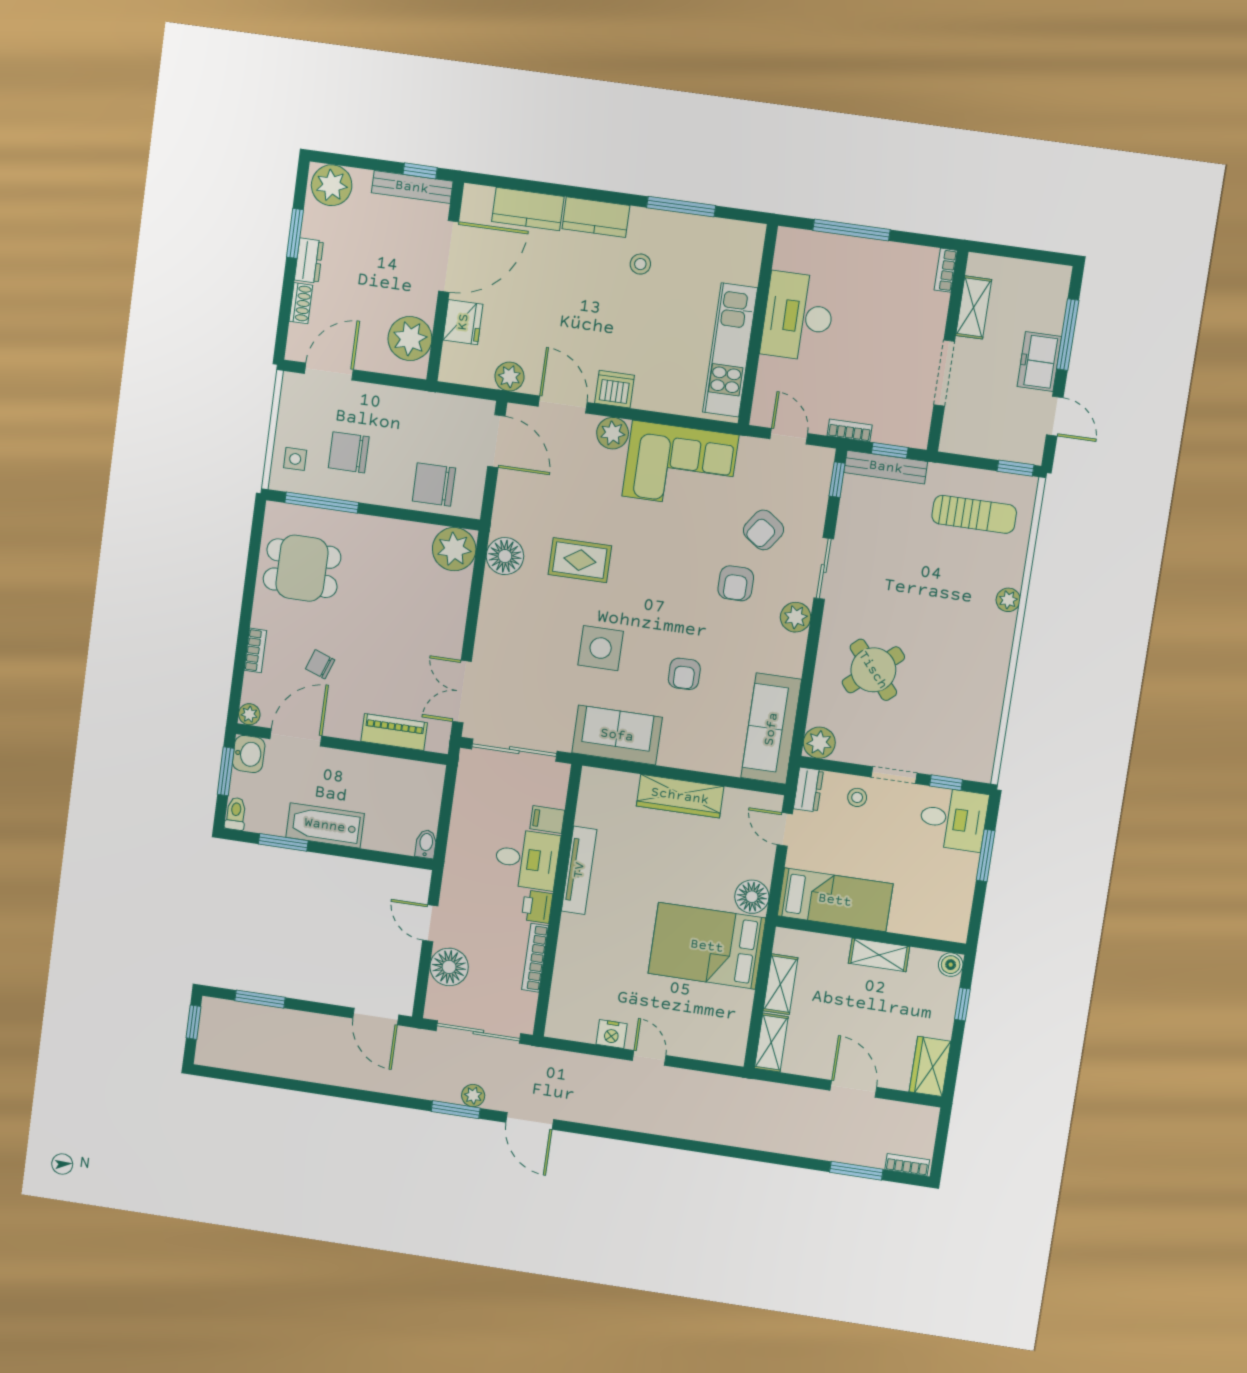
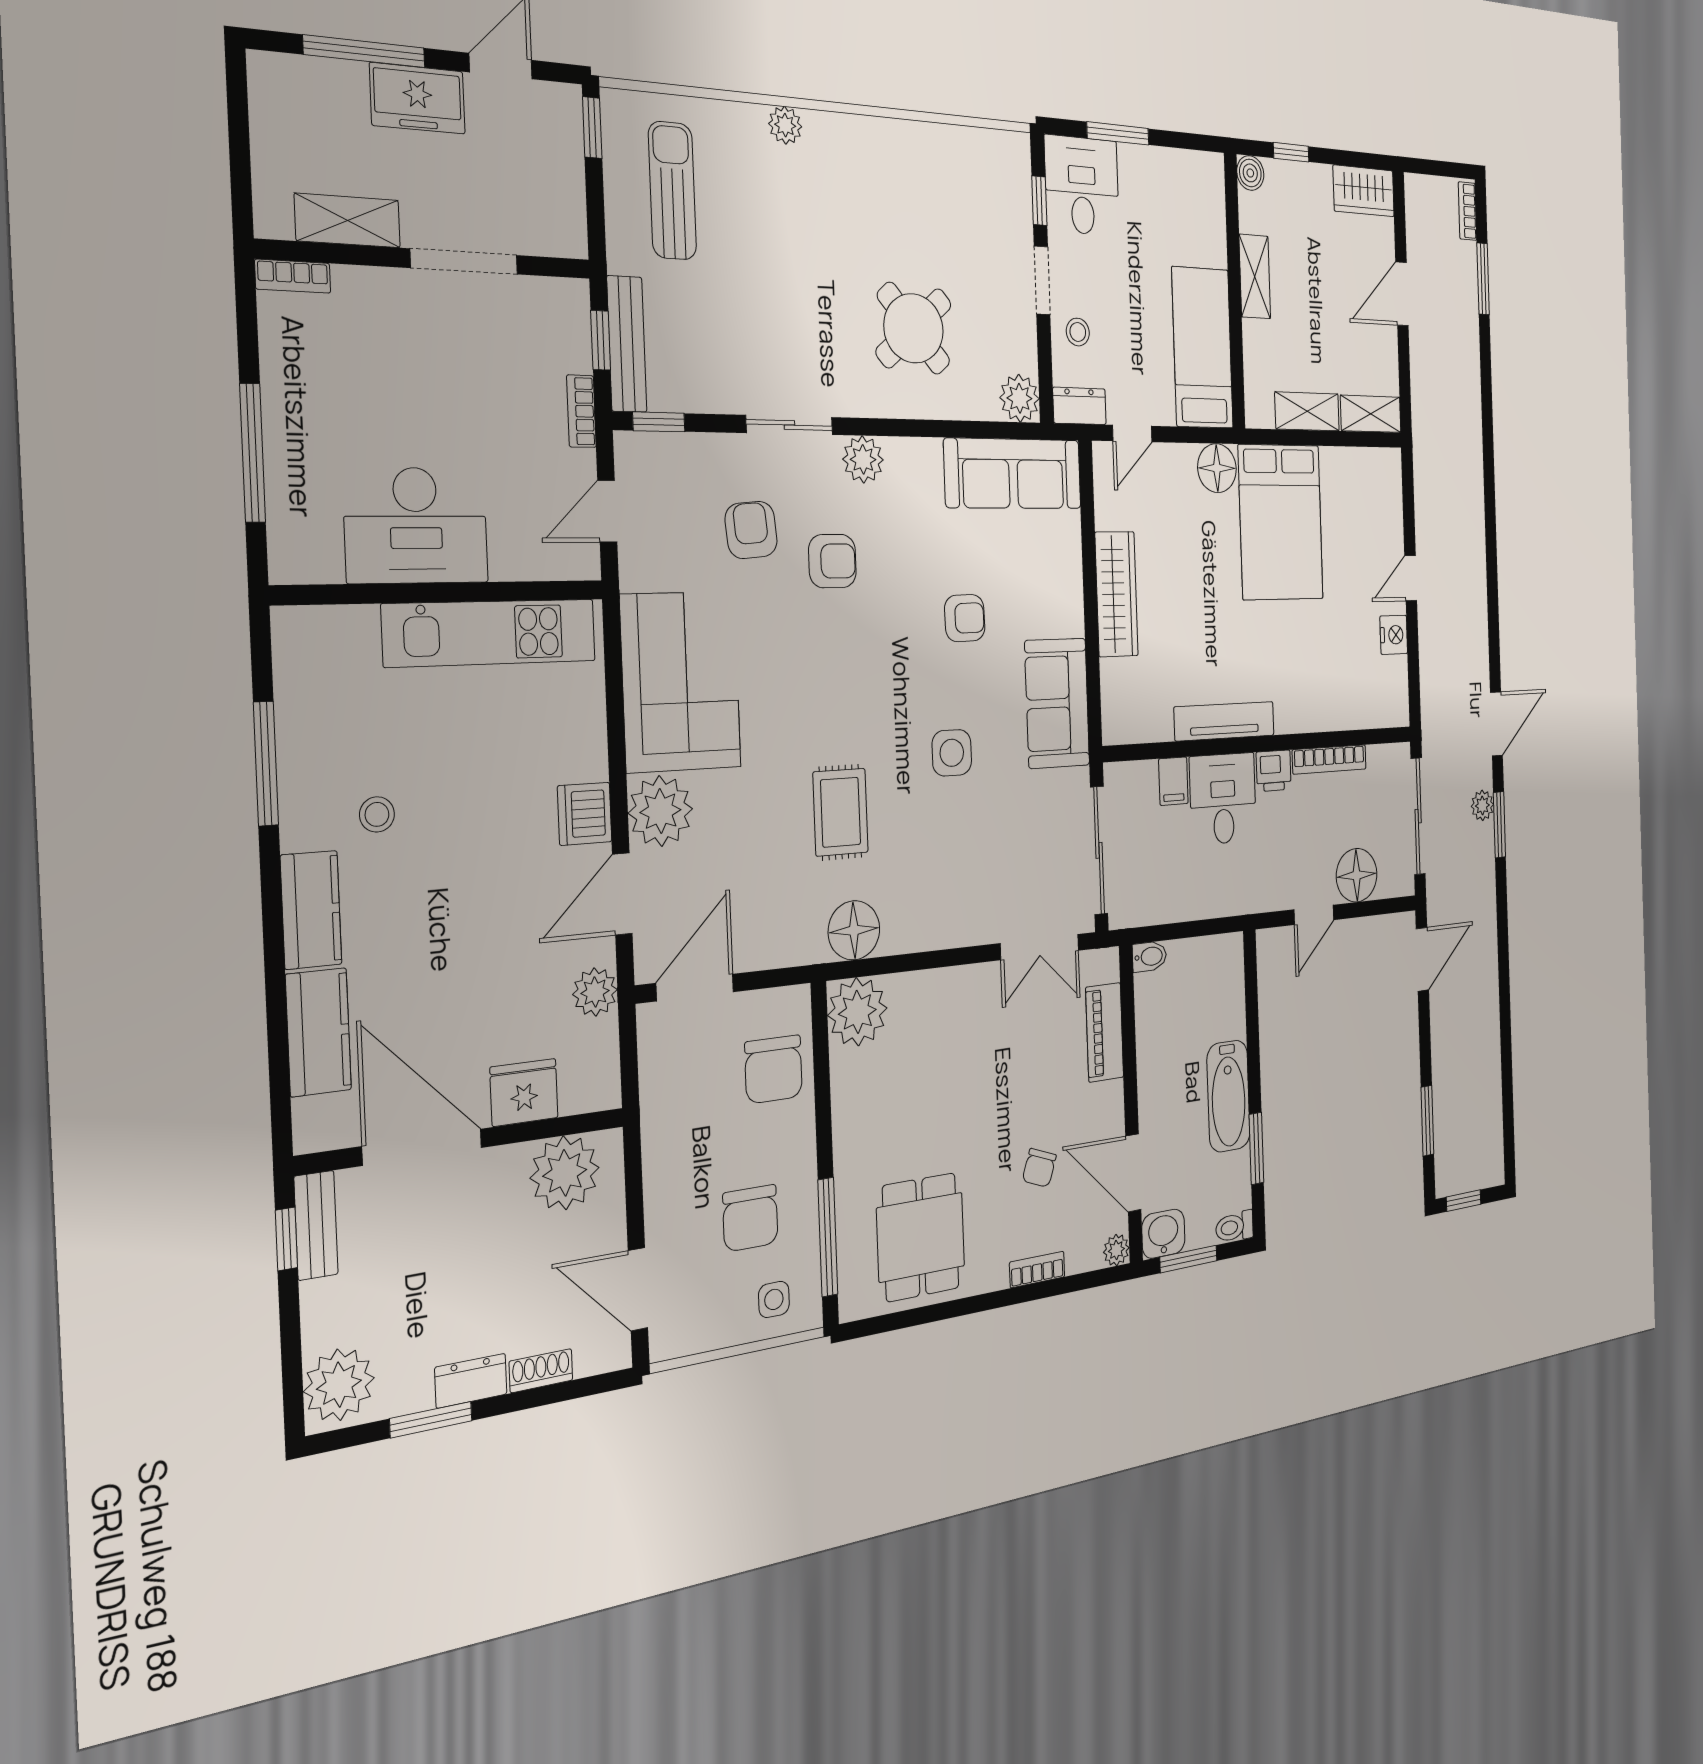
bench: (412, 187) -> (316, 1225), width x0.73
plant: (613, 433) -> (661, 811), width x1.36, depth x1.36
armchair: (764, 530) -> (751, 530), turned -130
side table: (601, 648) -> (952, 753), width x0.73, depth x0.73
bidet: (426, 844) -> (1149, 956), moved, turned 180

